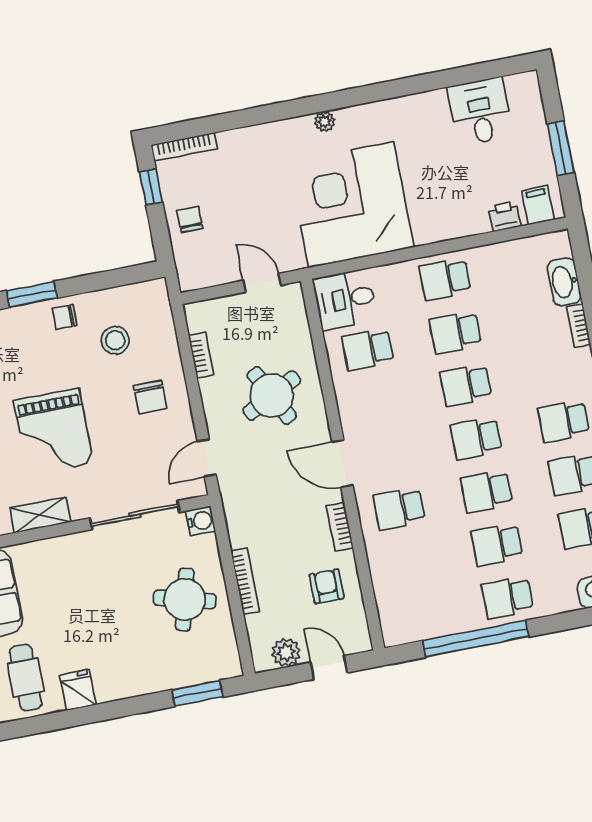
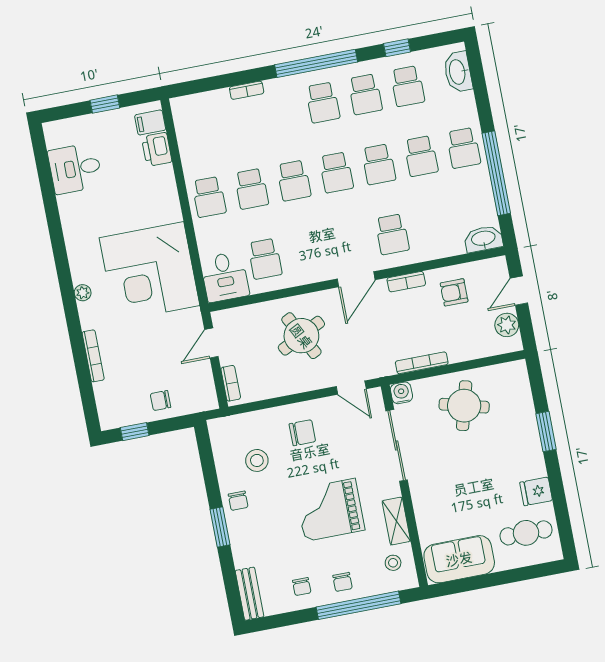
bookcase: (184, 147) -> (93, 356), moved
window: (561, 148) -> (105, 104), width x0.67
printer: (505, 216) -> (157, 149), width x1.36, depth x1.24
washbasin: (564, 282) -> (483, 239), moved, turned 180
bookcase: (201, 355) -> (231, 383), moved, turned 90
grand piano: (54, 432) -> (330, 510), turned 180
bookcase: (245, 581) -> (422, 363), moved
window: (197, 693) -> (546, 432), moved

